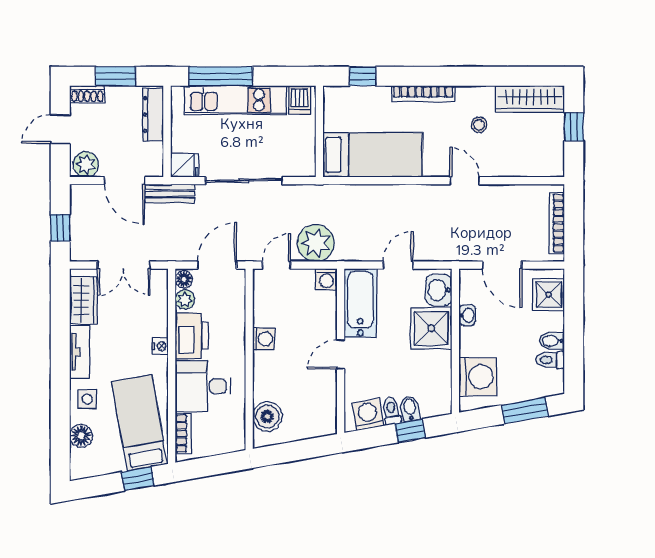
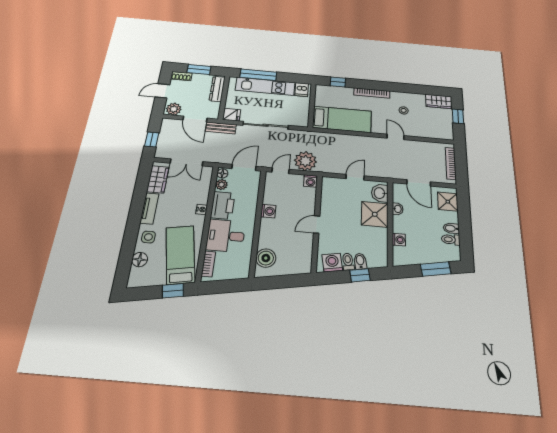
wardrobe: (530, 99) -> (439, 101), width x0.67
bathtub: (360, 303) -> (331, 196), removed
washing machine: (478, 377) -> (399, 240), width x0.53, depth x0.53

